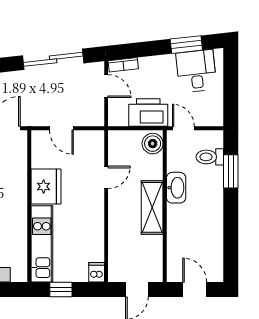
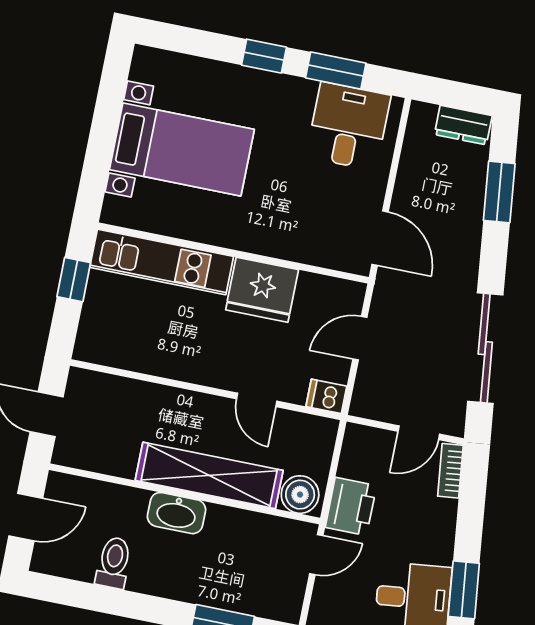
printer: (148, 112) -> (351, 506), width x0.73, depth x0.84
toilet: (210, 157) -> (114, 563), moved
washbasin: (176, 188) -> (177, 513), moved
shelving: (152, 207) -> (209, 475), width x1.47
dishwasher: (97, 272) -> (326, 396), moved, turned 180

